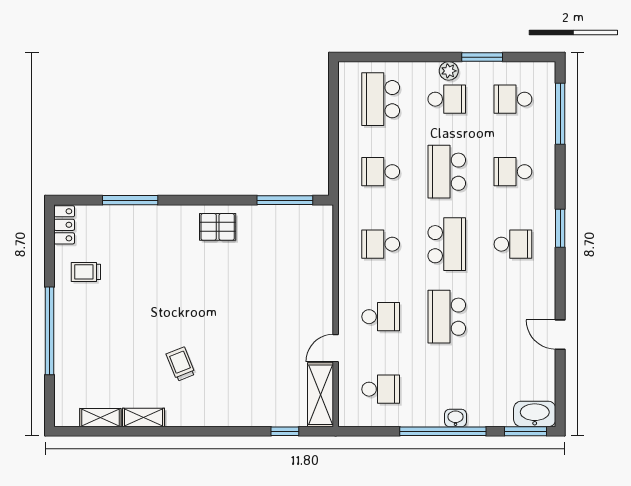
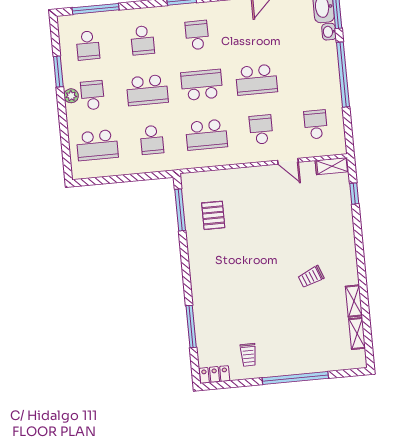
pallet: (218, 227) -> (213, 215), moved
school desk: (381, 244) -> (206, 135), width x1.85
shelving: (321, 395) -> (332, 166), width x0.67, depth x0.75
washbasin: (455, 418) -> (329, 32), moved

